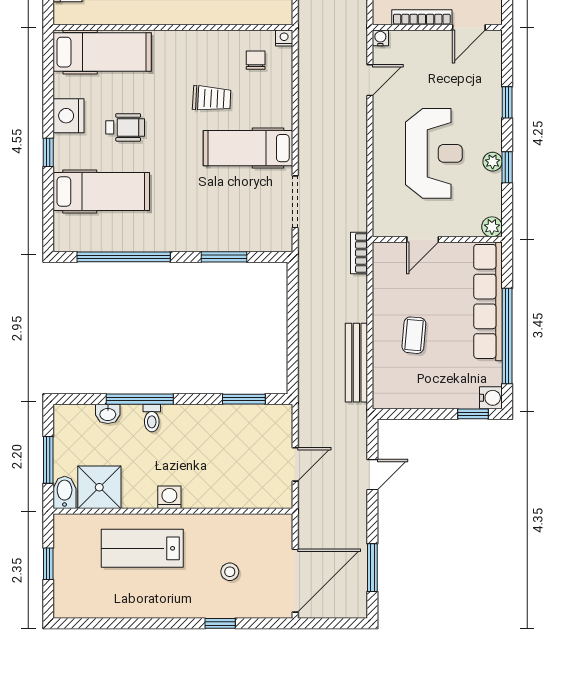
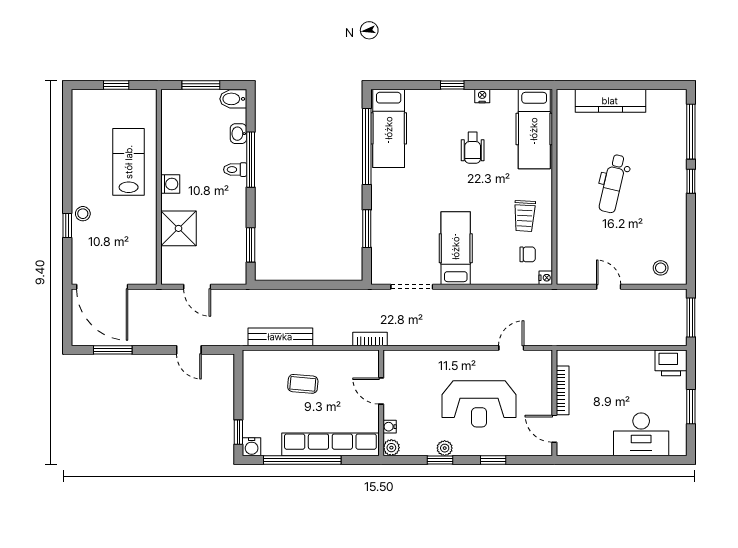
water cooler: (380, 38) -> (390, 427), moved, turned 180
door: (370, 80) -> (511, 348), swing flipped
trolley: (212, 98) -> (525, 216), moved
nightstand: (69, 116) -> (482, 96), width x0.53, depth x0.56
reception desk: (434, 153) -> (479, 404), moved
hospital bed: (101, 191) -> (389, 128), moved
shower: (99, 487) -> (178, 228), moved
bidet: (65, 492) -> (233, 99), moved, turned 180
stool: (230, 572) -> (83, 214), moved

